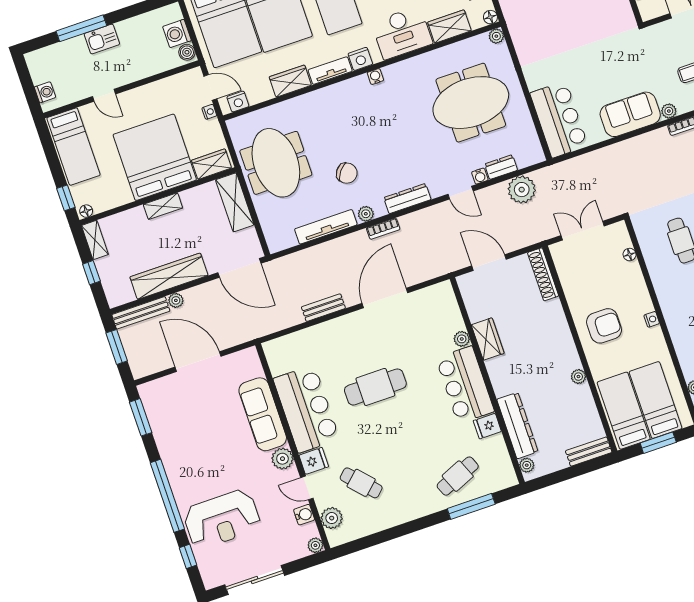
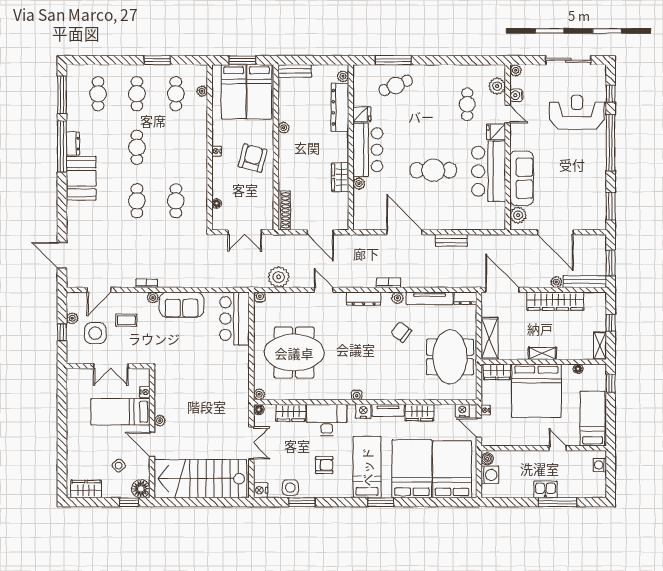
dresser: (501, 167) -> (465, 298), moved
water cooler: (480, 176) -> (260, 297), moved
floor lamp: (86, 211) -> (578, 369), moved
door: (385, 298) -> (404, 232), swing flipped
armchair: (604, 326) -> (253, 158), turned 105
plant: (282, 459) -> (518, 215), moved
cafe table: (361, 483) -> (467, 104), turned 43

